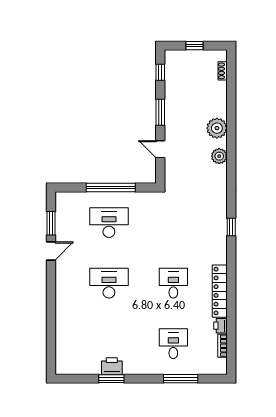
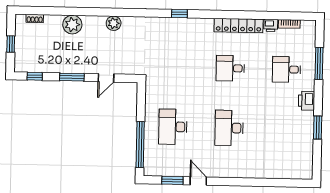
plant: (217, 128) -> (72, 25), moved
window: (111, 188) -> (140, 145), moved
printer: (112, 366) -> (307, 101), moved

